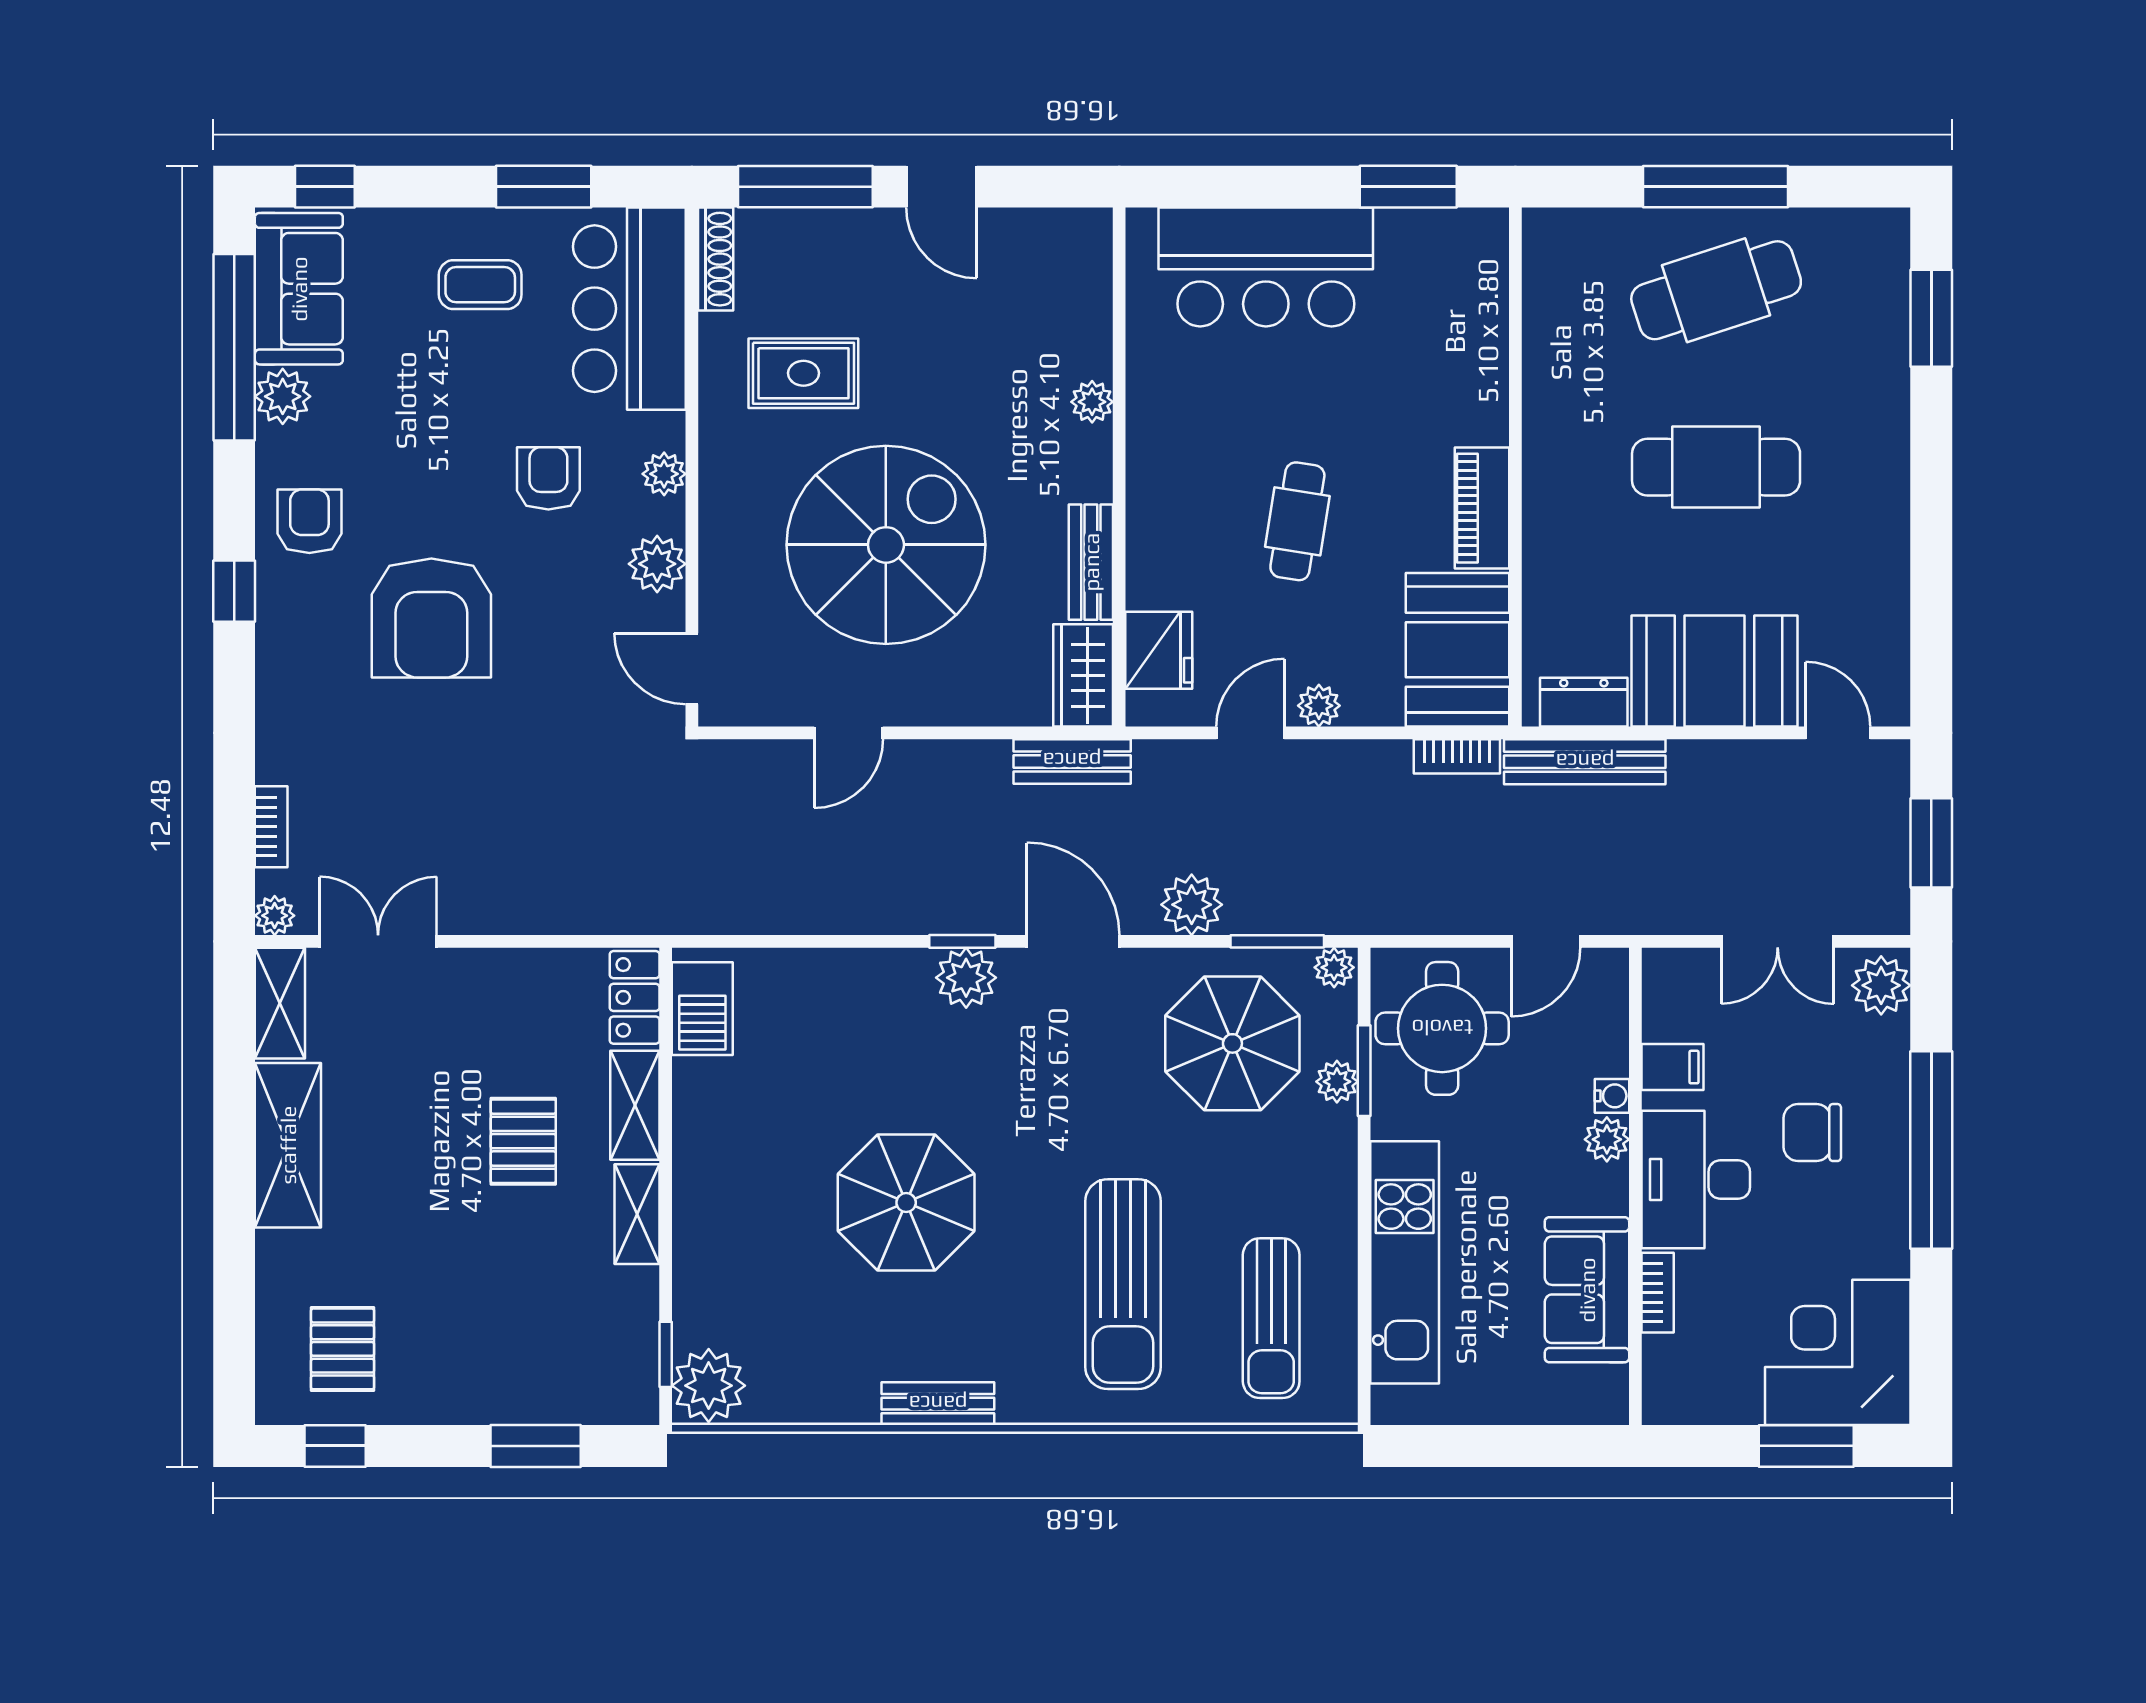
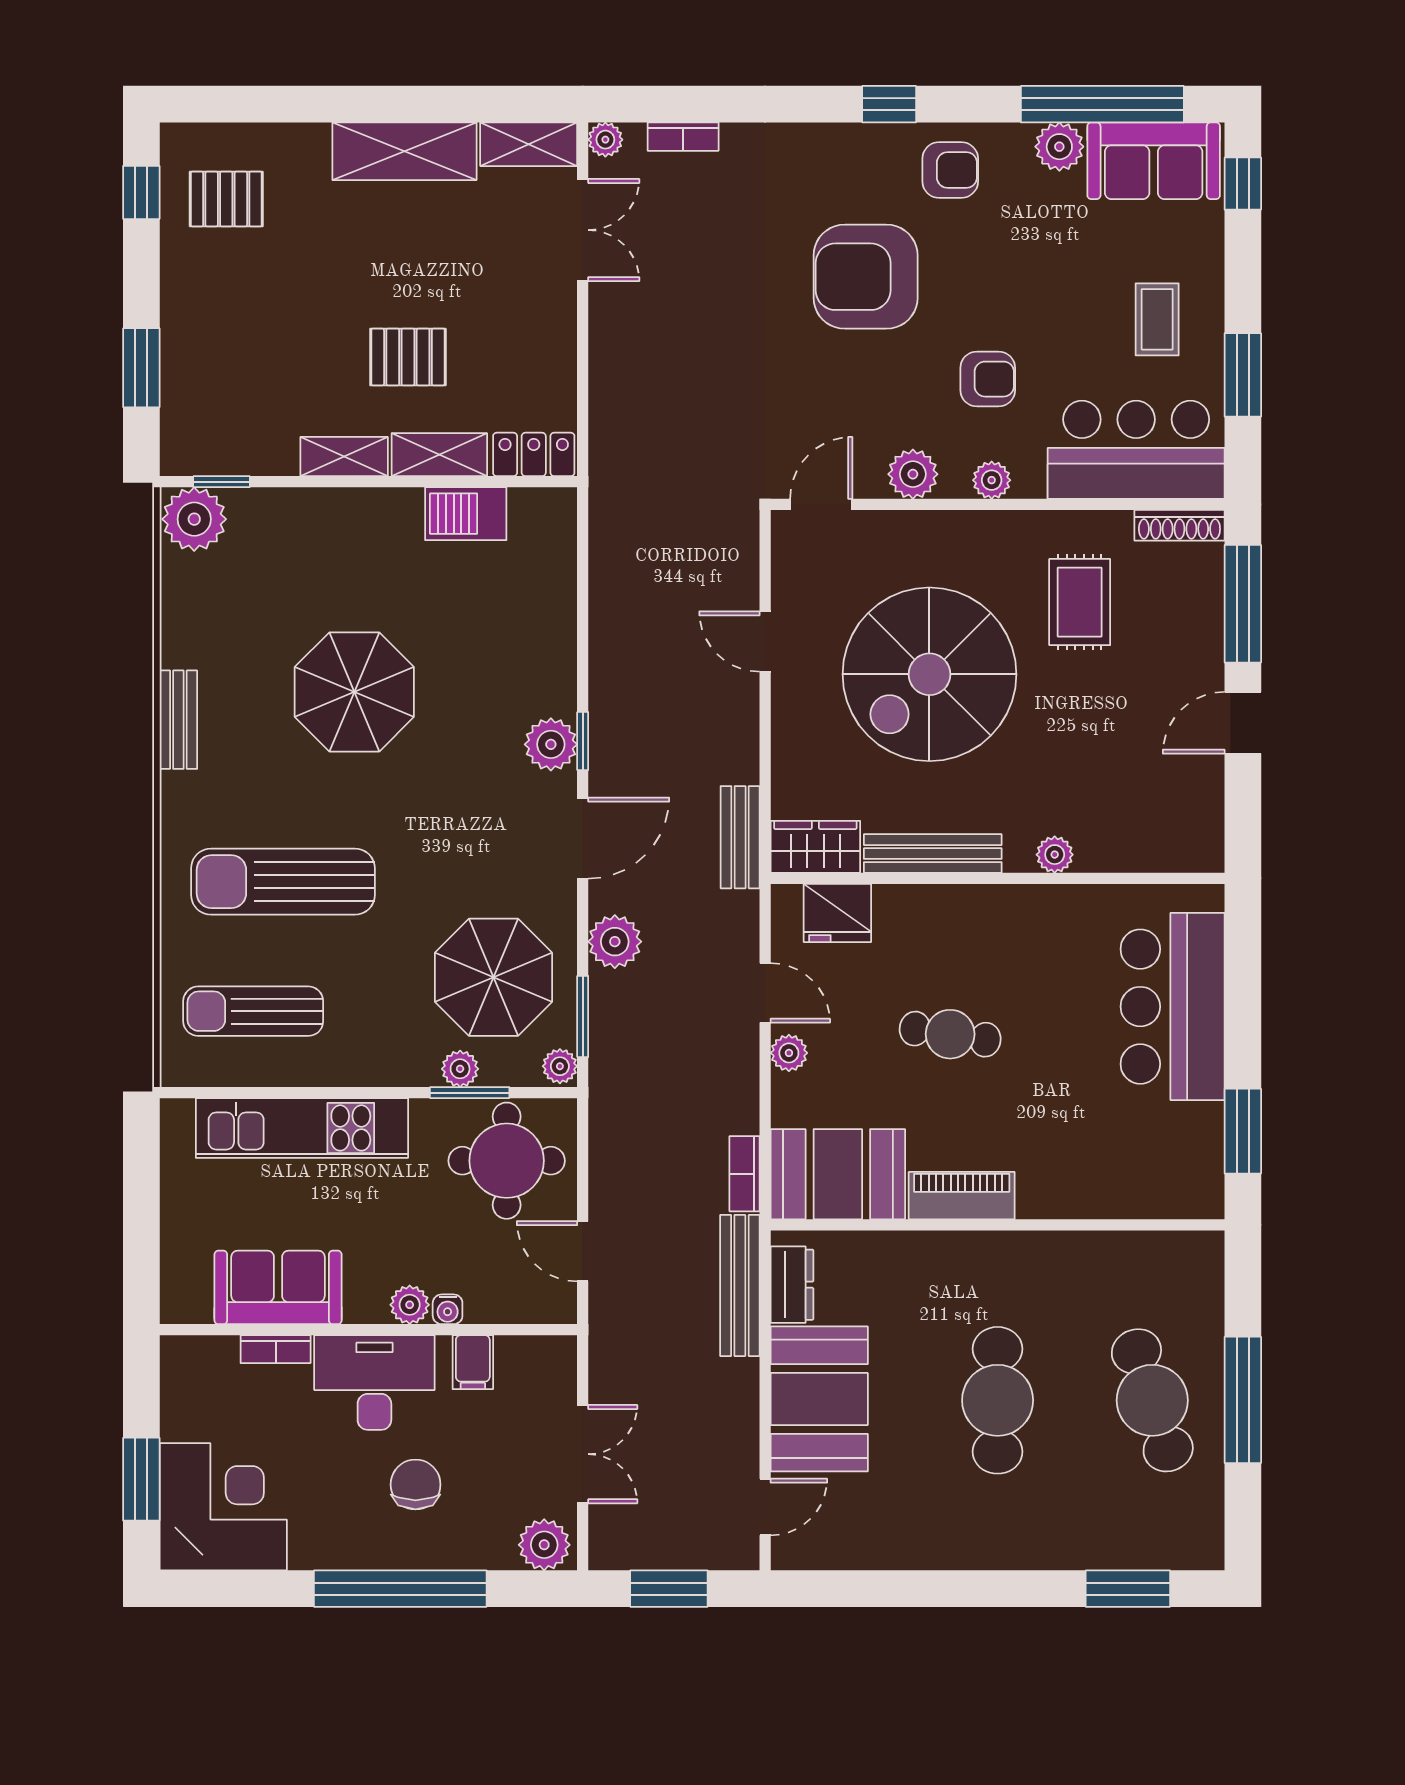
spiral stairs: (886, 545) -> (929, 674), turned 90
bench: (1091, 562) -> (933, 854), width x1.36
double door: (1778, 941) -> (583, 1454), swing flipped
barbecue: (702, 1009) -> (466, 514), moved

